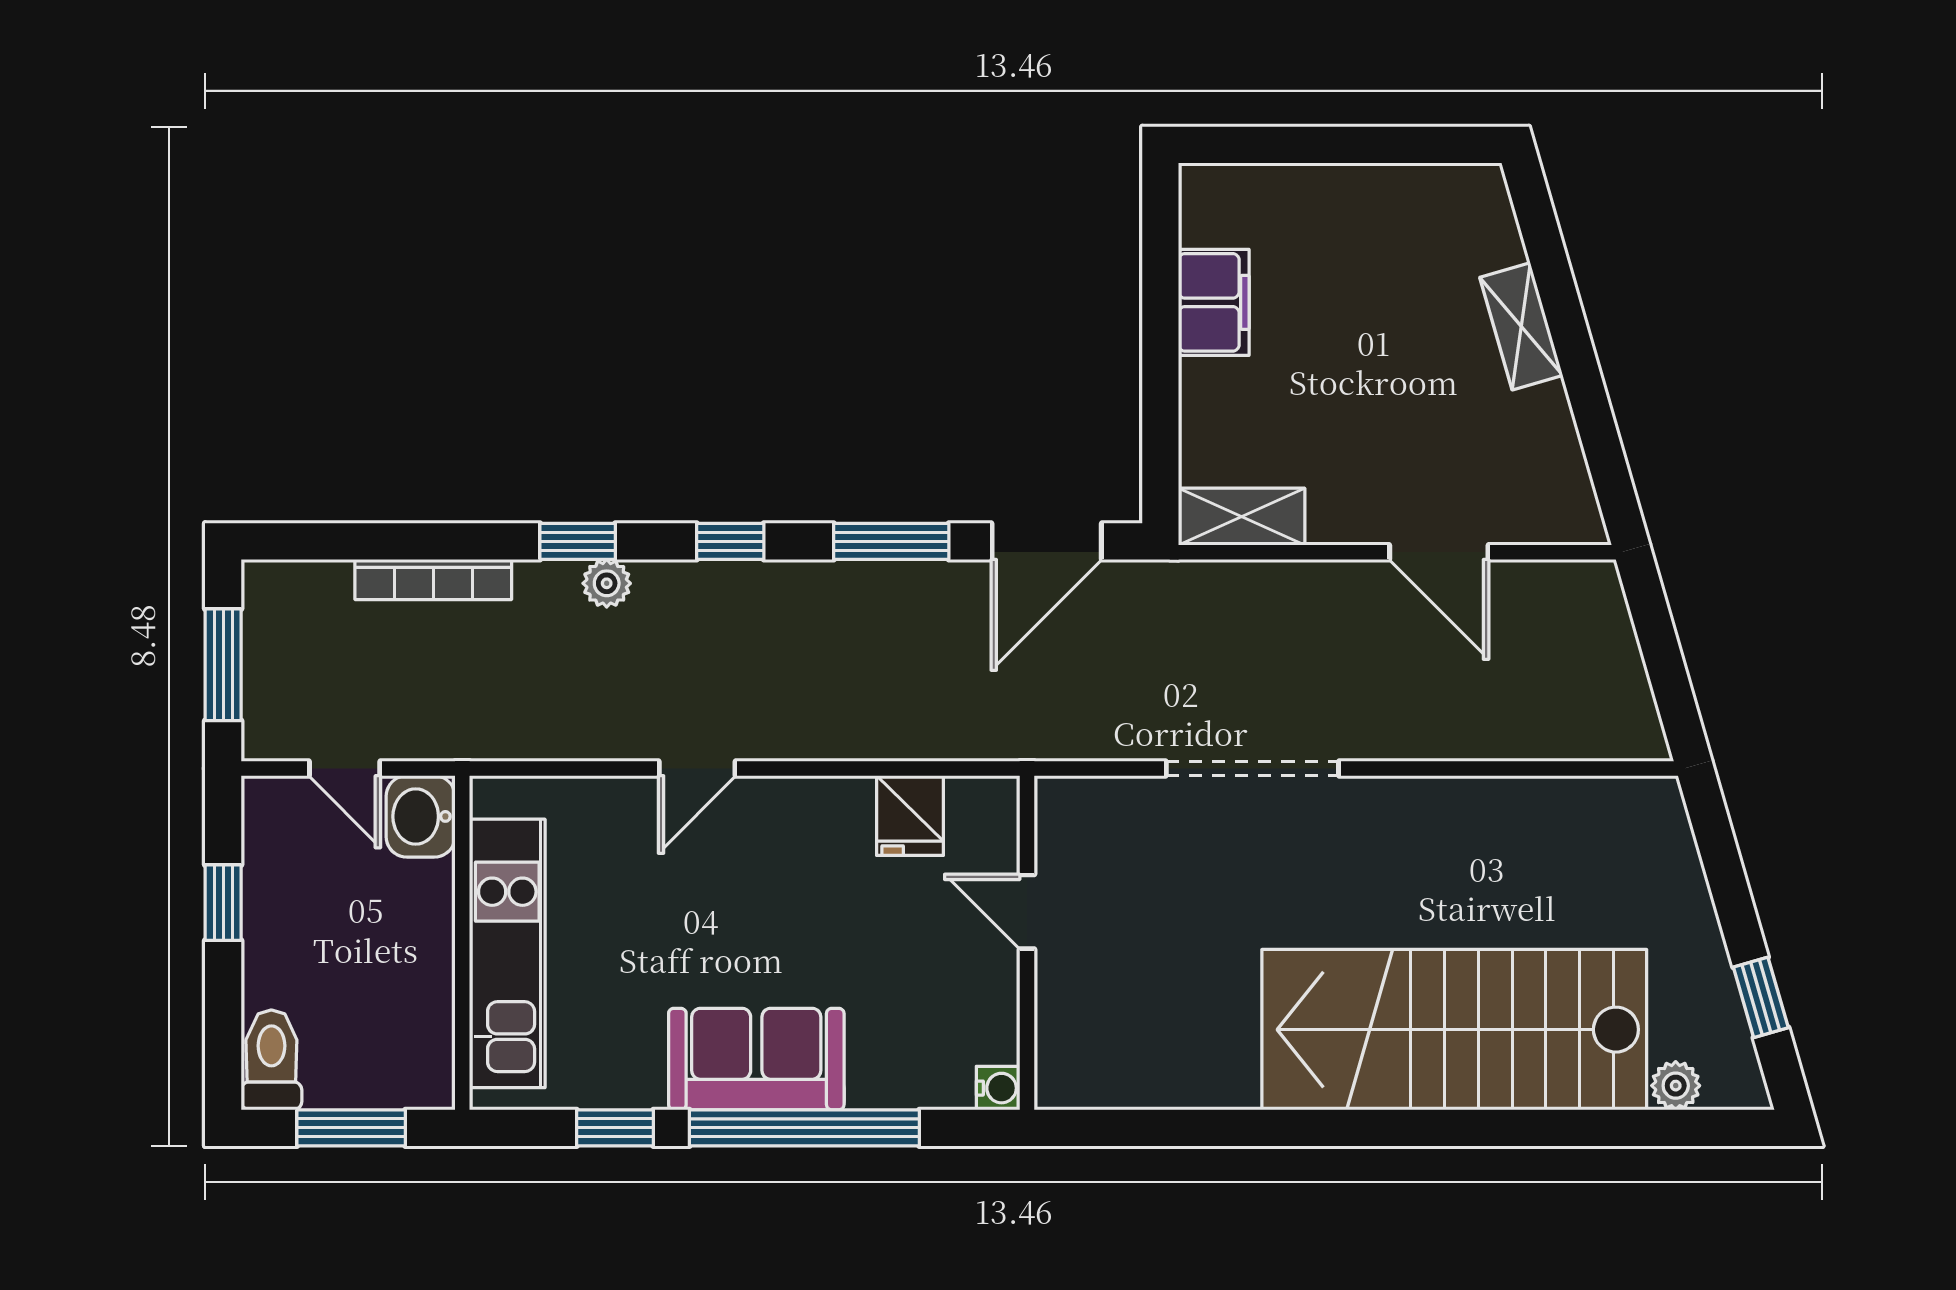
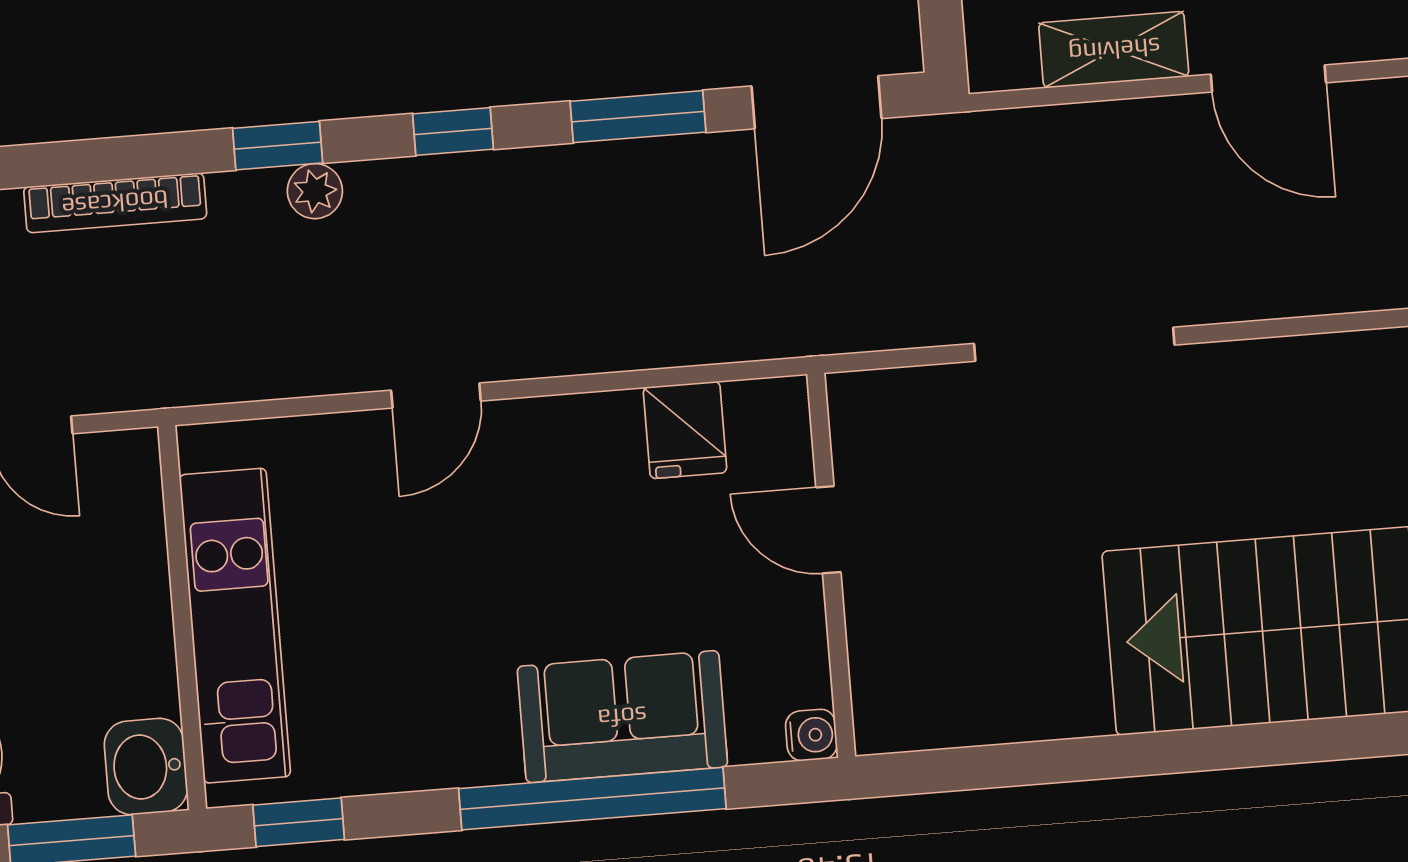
shelving: (1242, 517) -> (1114, 50), moved
washbasin: (421, 816) -> (146, 767), moved
sofa: (756, 1059) -> (622, 717), moved
window: (615, 1128) -> (299, 822), moved

